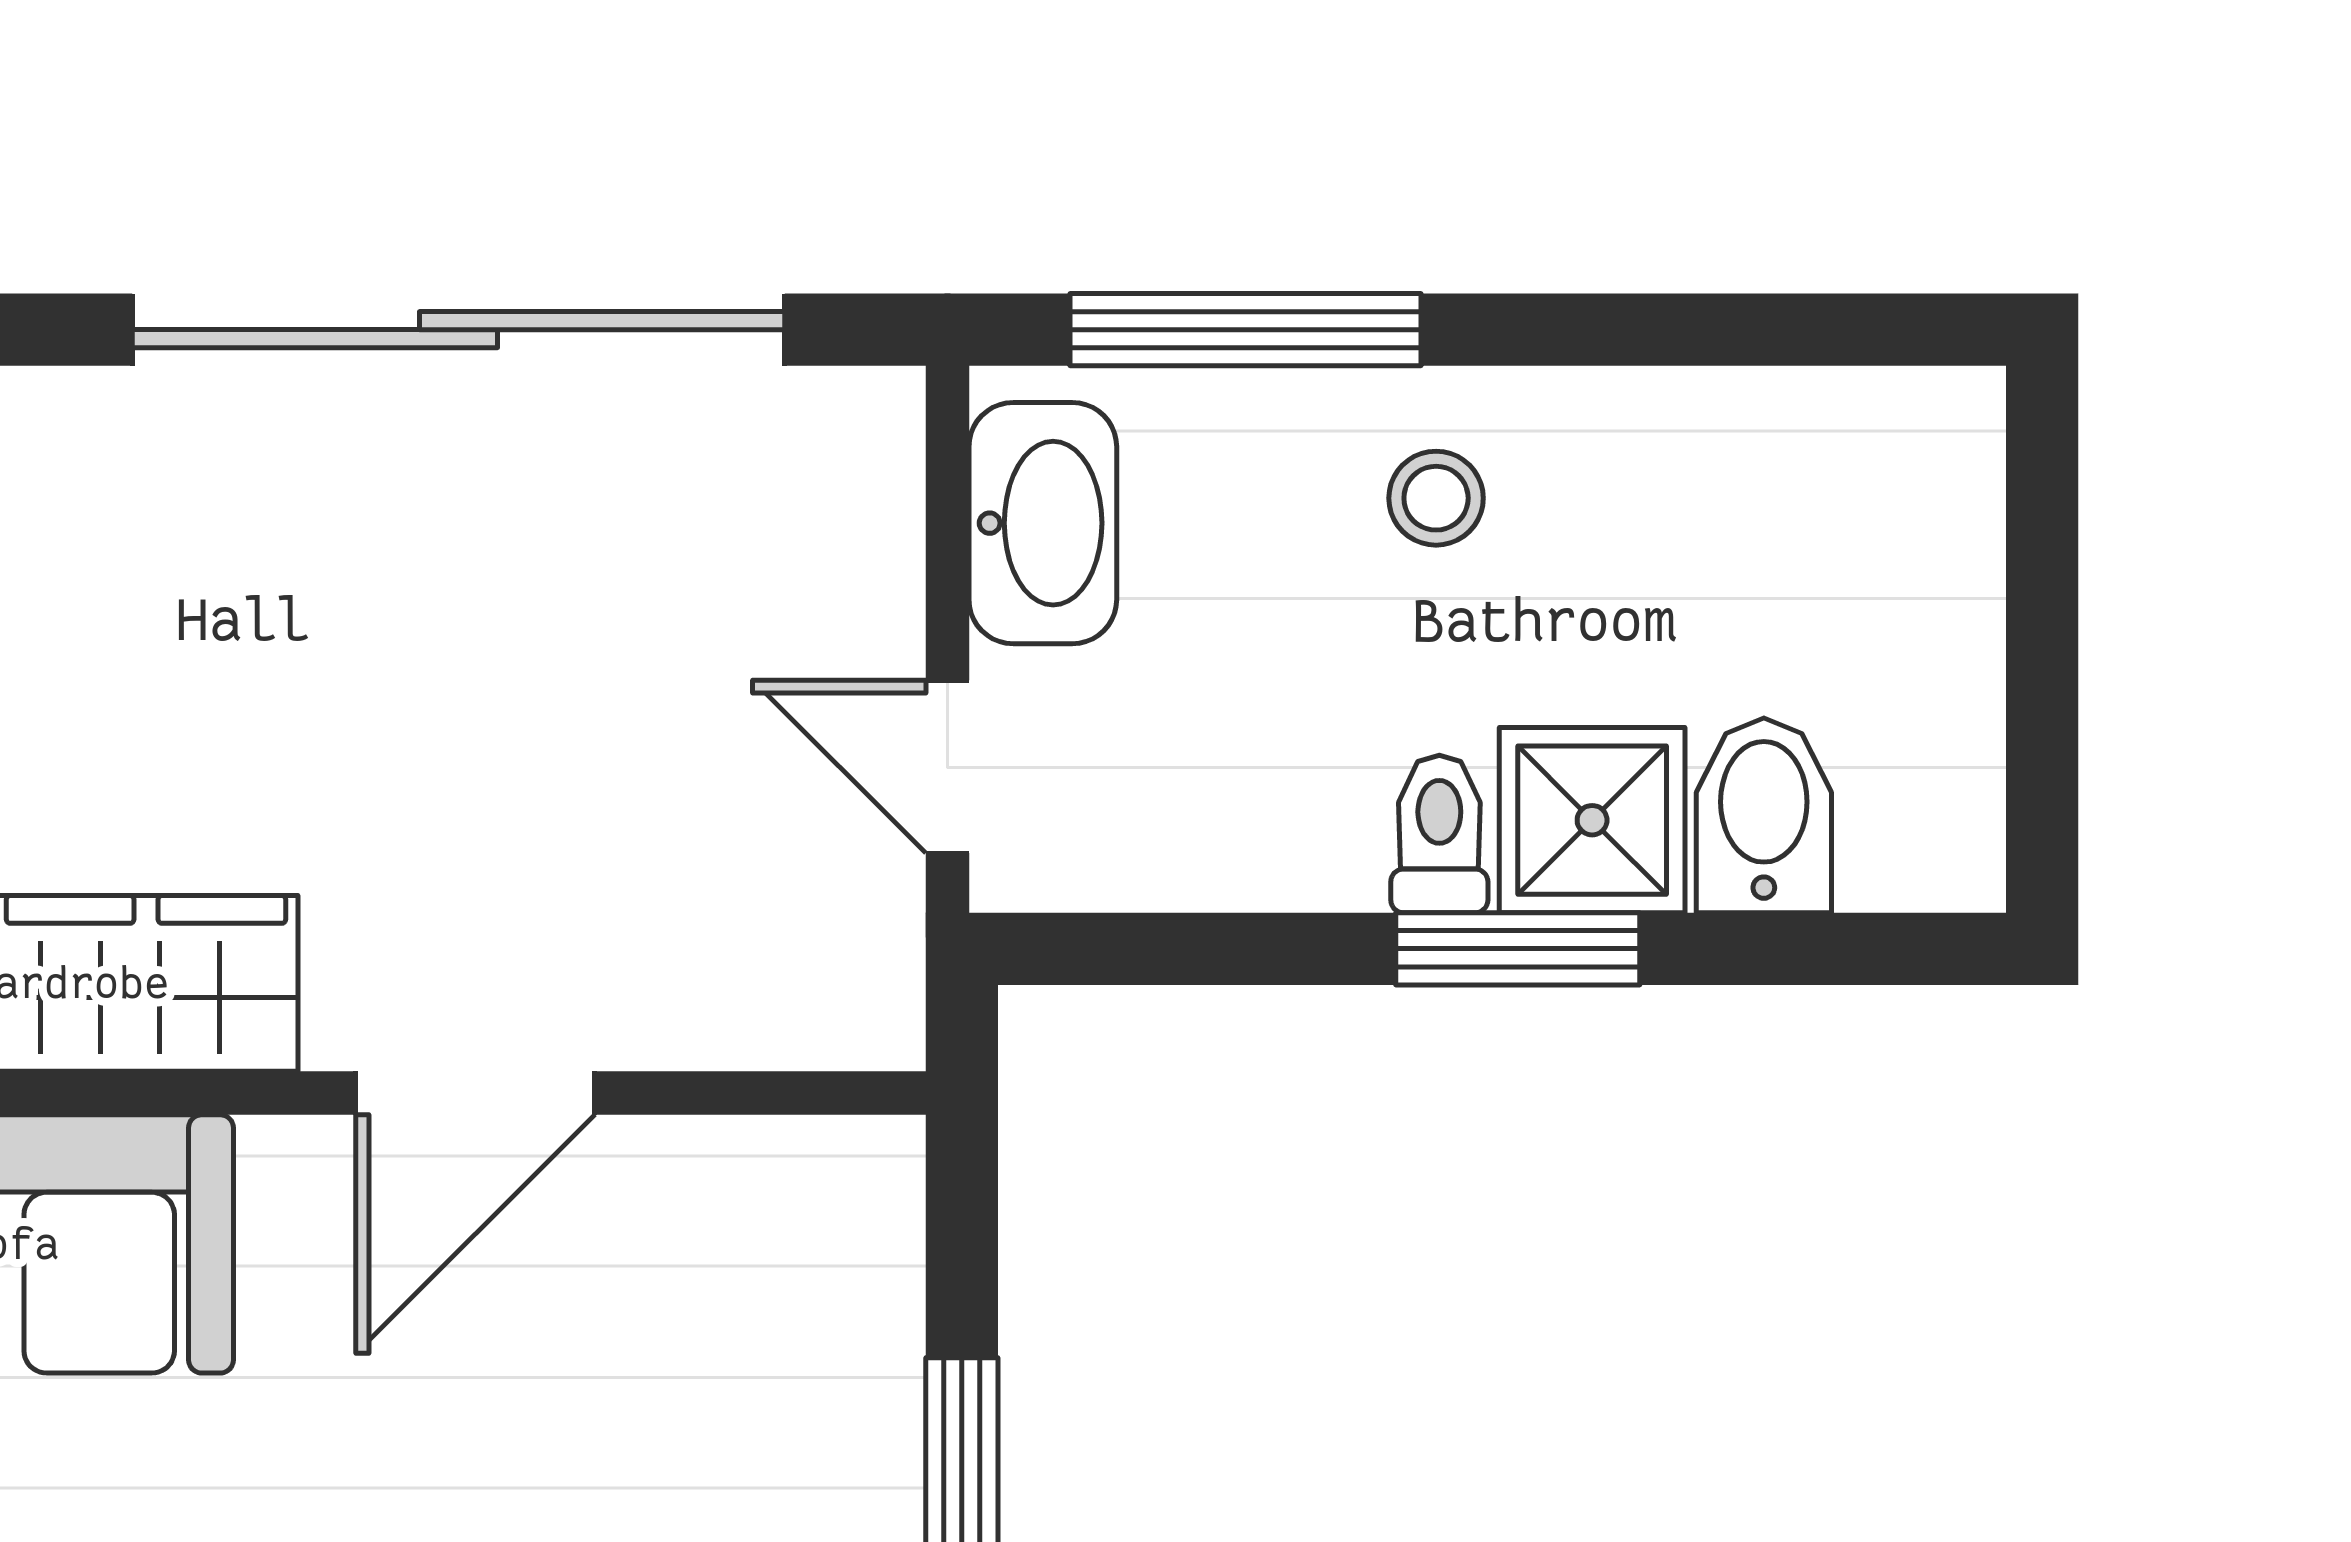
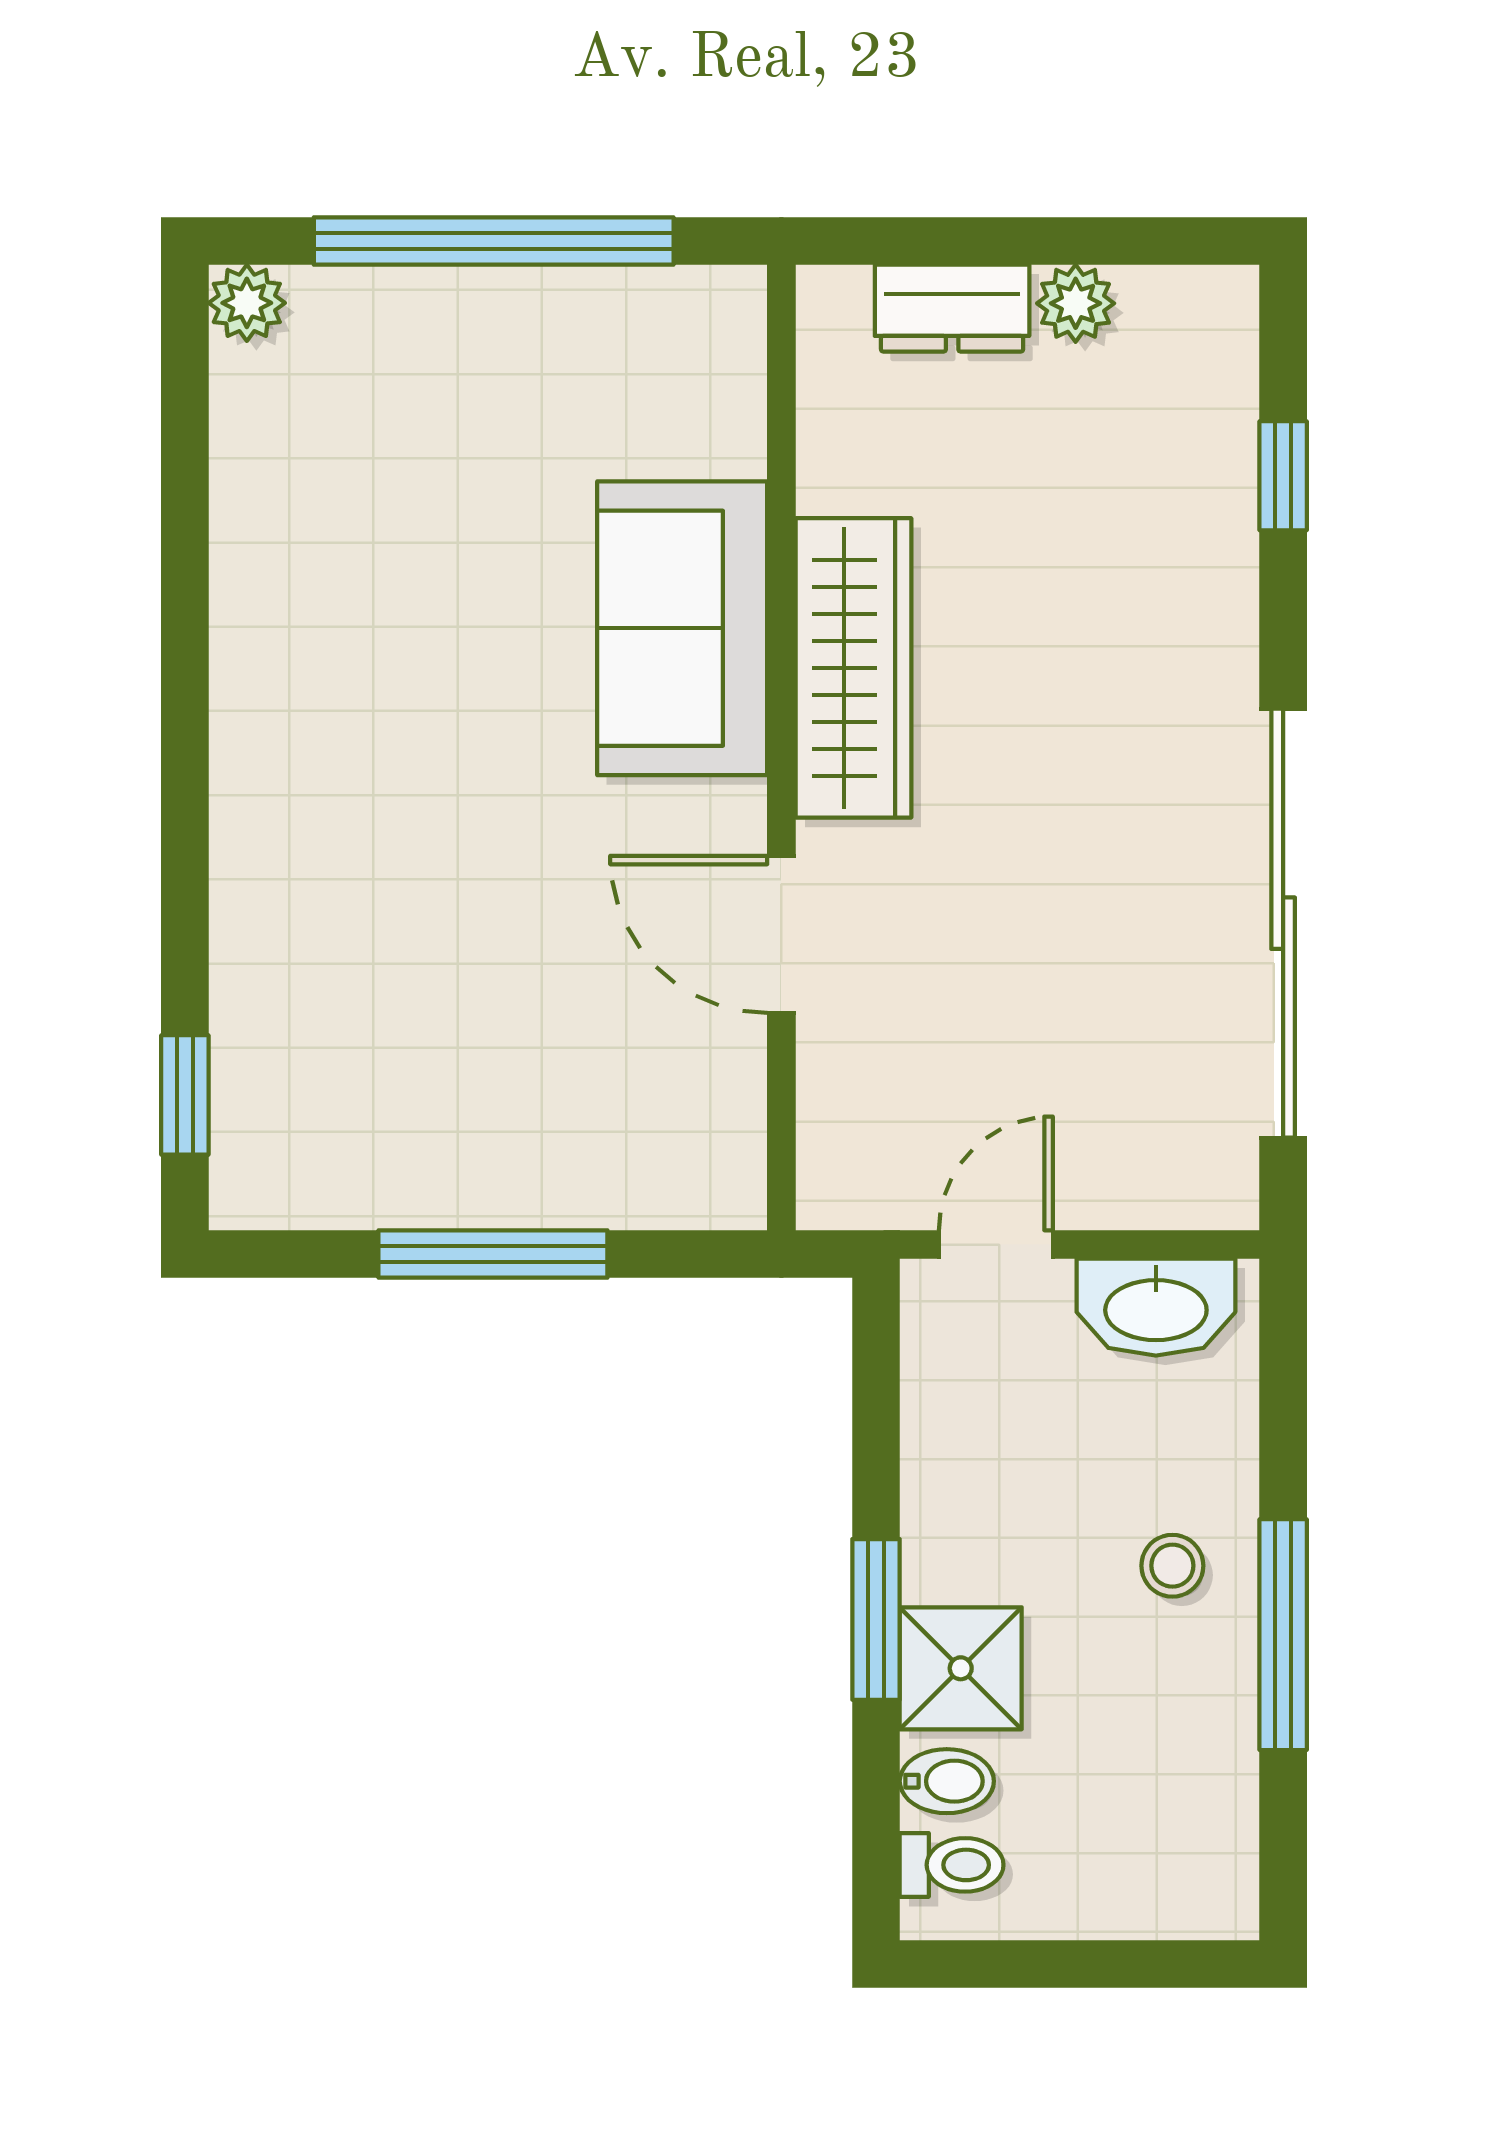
window: (1245, 330) -> (1283, 1635), moved
bidet: (1764, 815) -> (947, 1781), width x0.72, depth x0.74
toilet: (1439, 834) -> (952, 1865), moved

